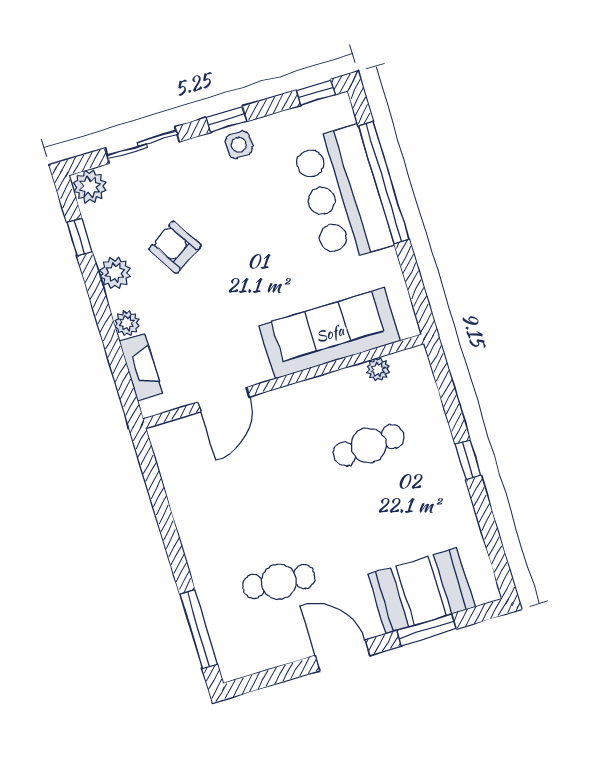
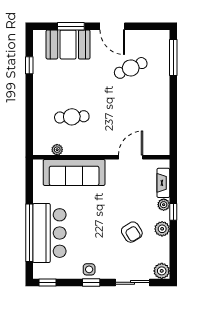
window: (79, 237) -> (173, 212), moved
window: (468, 460) -> (29, 65), moved
cafe table: (279, 582) -> (131, 68), turned -30

